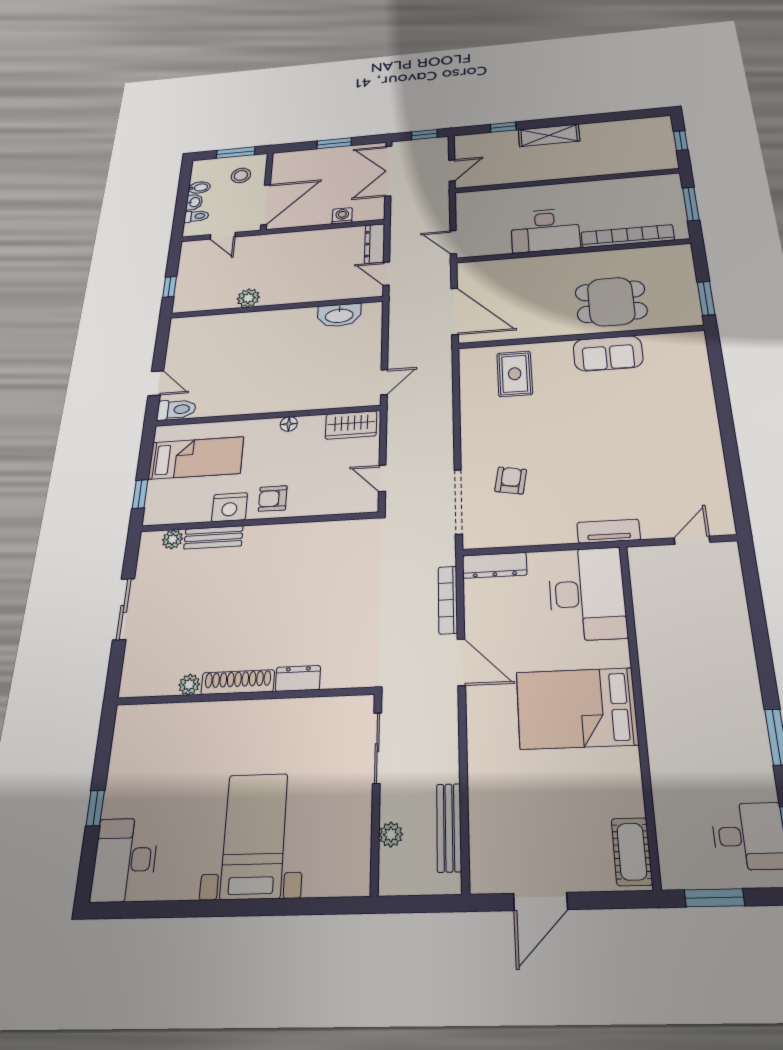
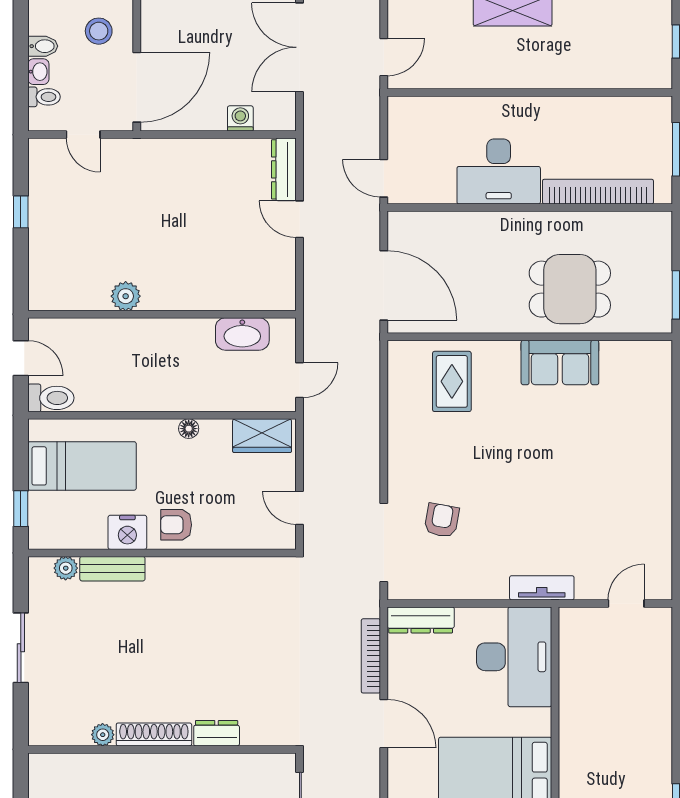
plant: (248, 298) -> (126, 296), moved
wall: (276, 307) -> (162, 314), moved
washbasin: (339, 315) -> (242, 334), moved

